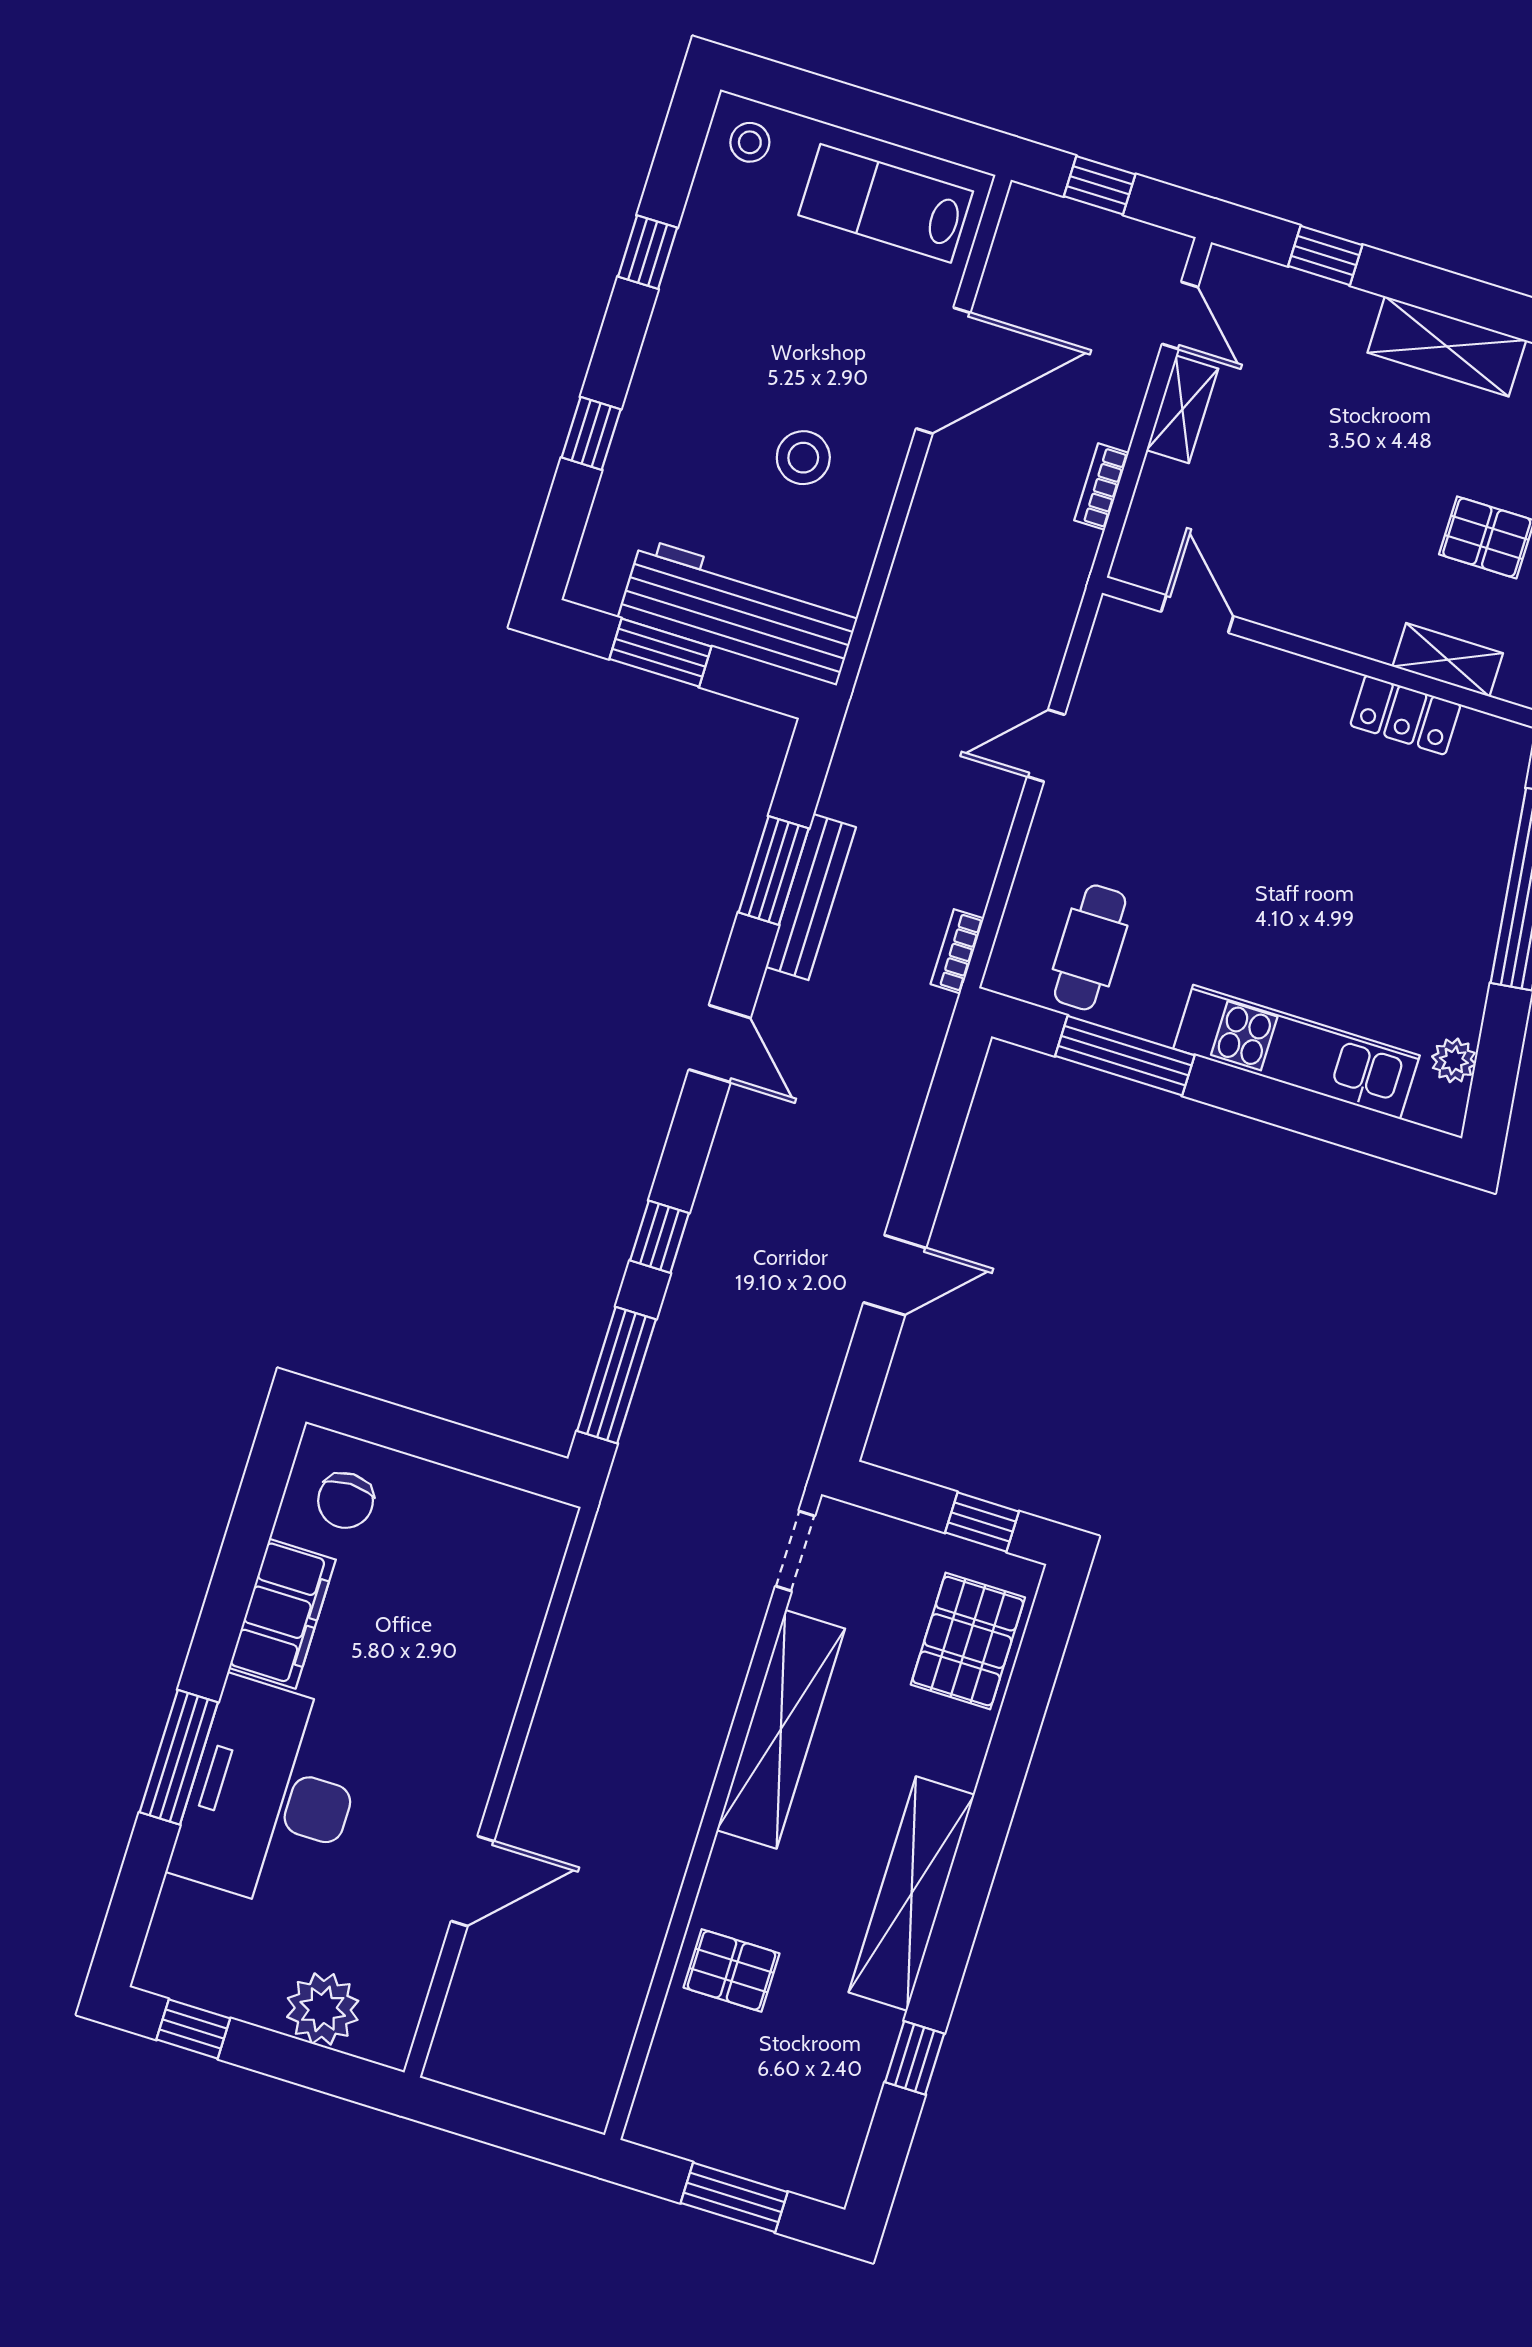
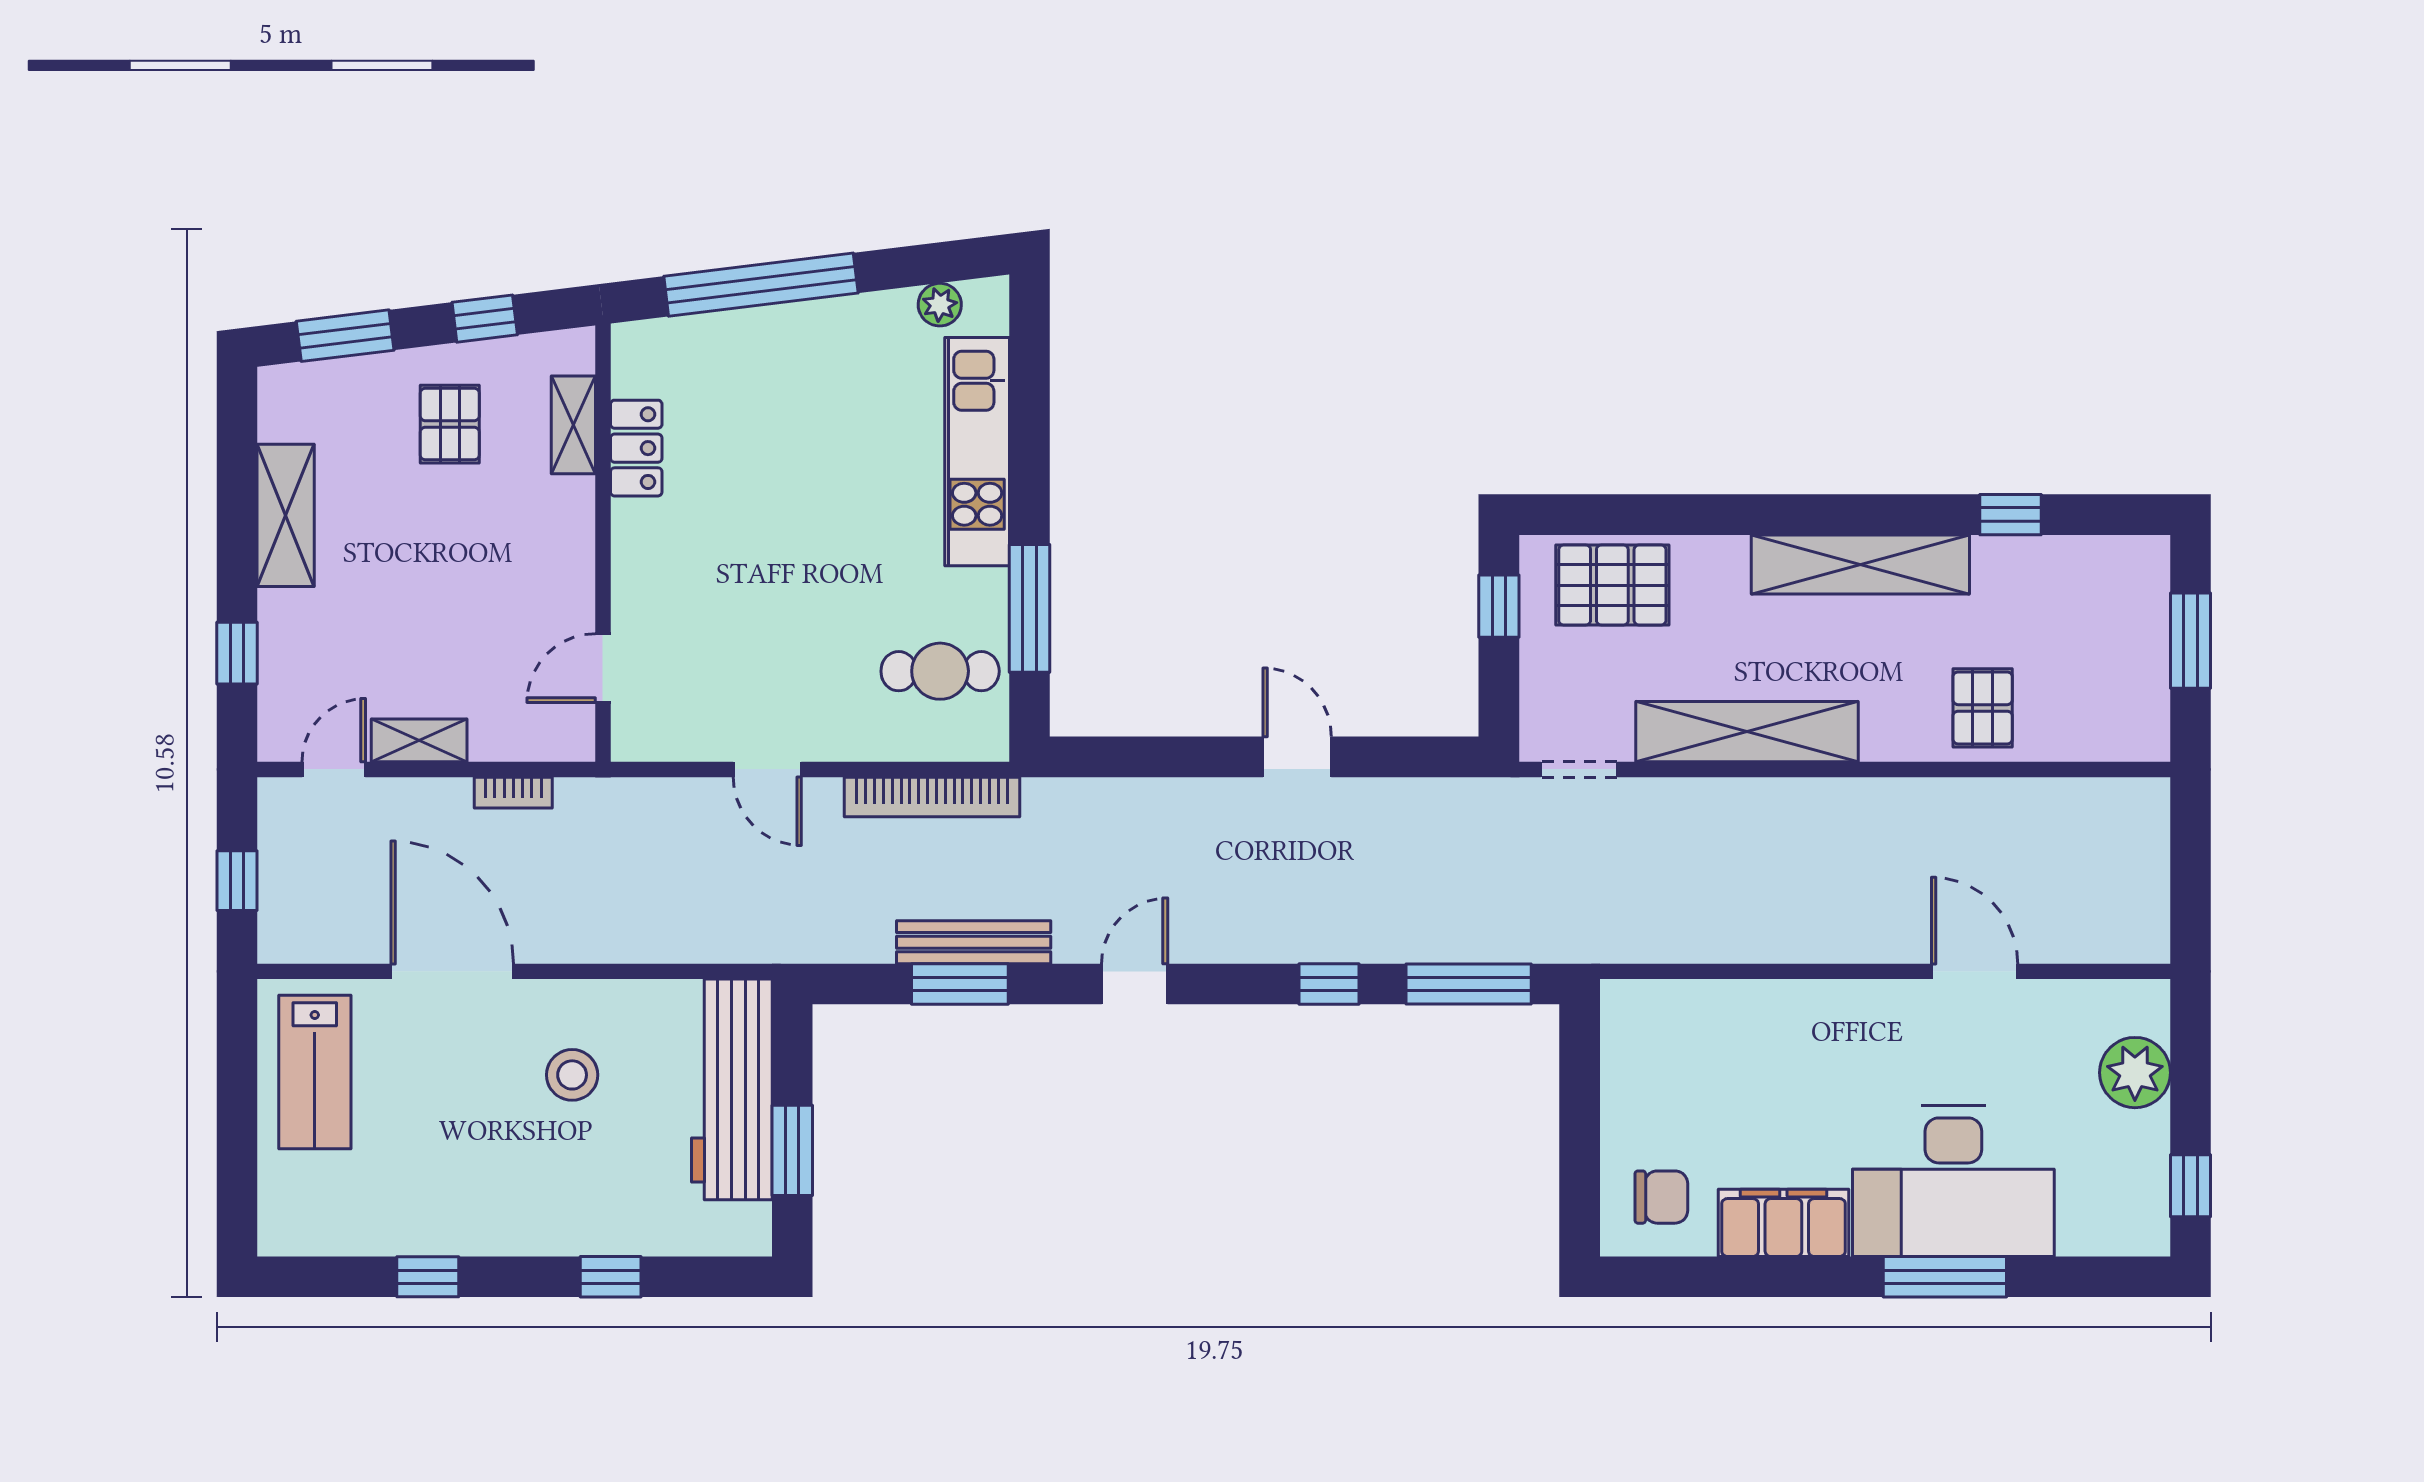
stool: (750, 142) -> (298, 1214), removed
bookcase: (957, 951) -> (932, 797), width x2.31, depth x1.31

